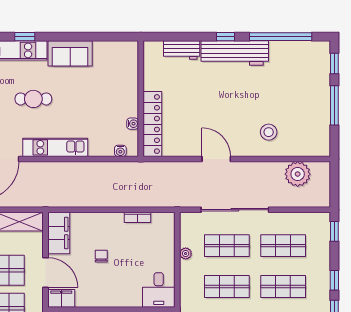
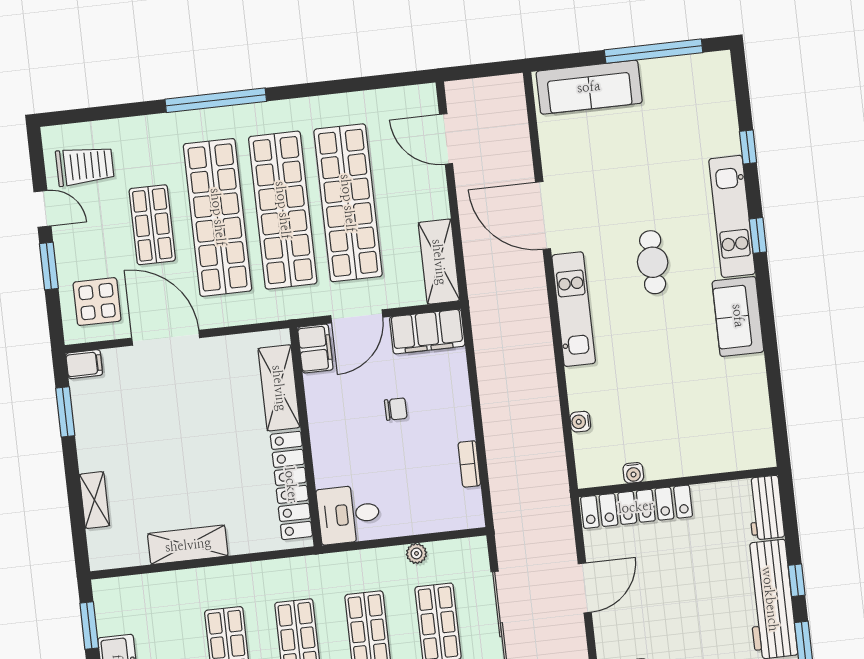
wall: (141, 99) -> (678, 482), moved
water cooler: (133, 124) -> (633, 473), moved
locker: (152, 124) -> (636, 507), moved

